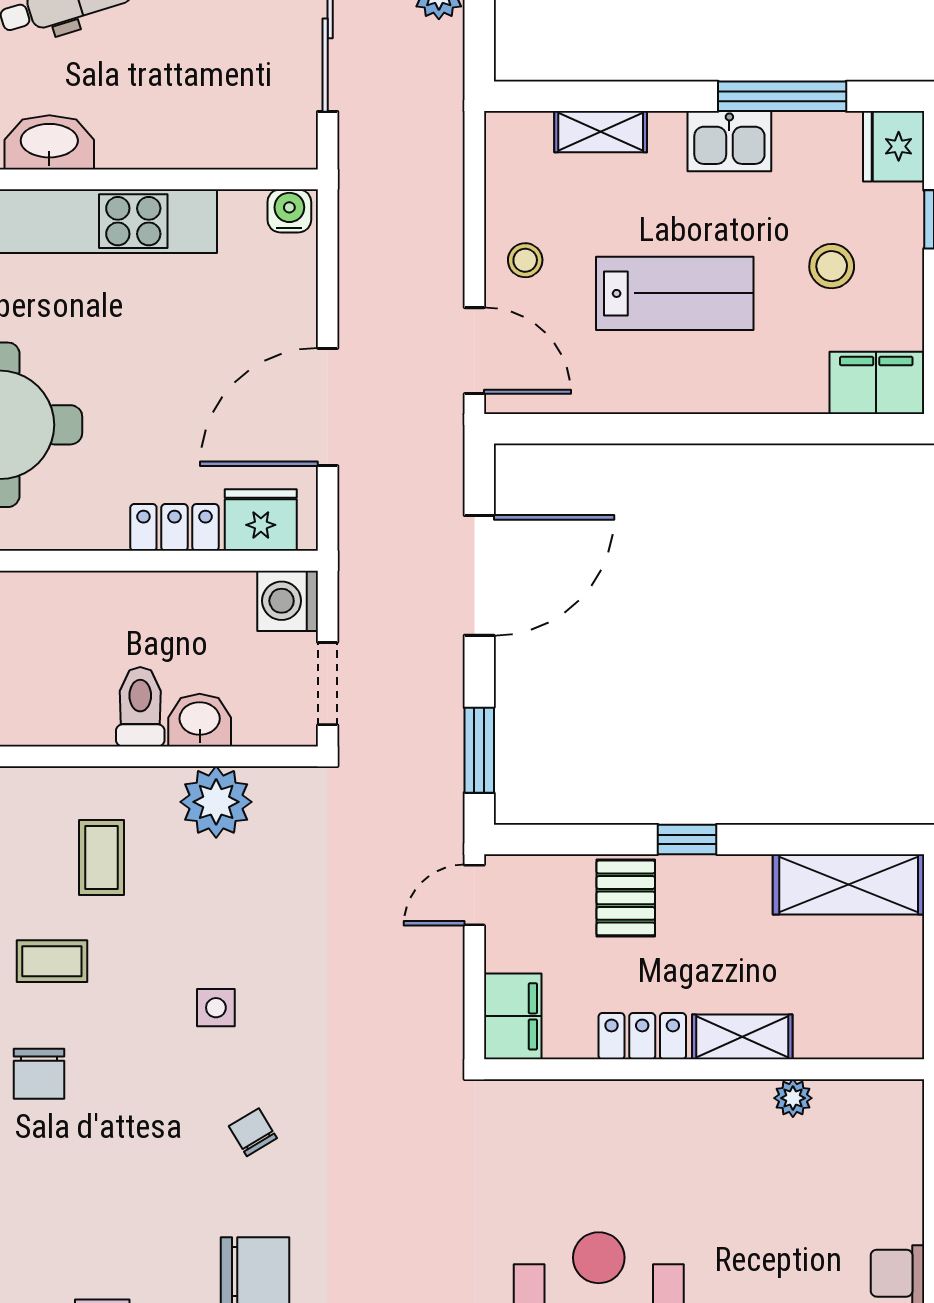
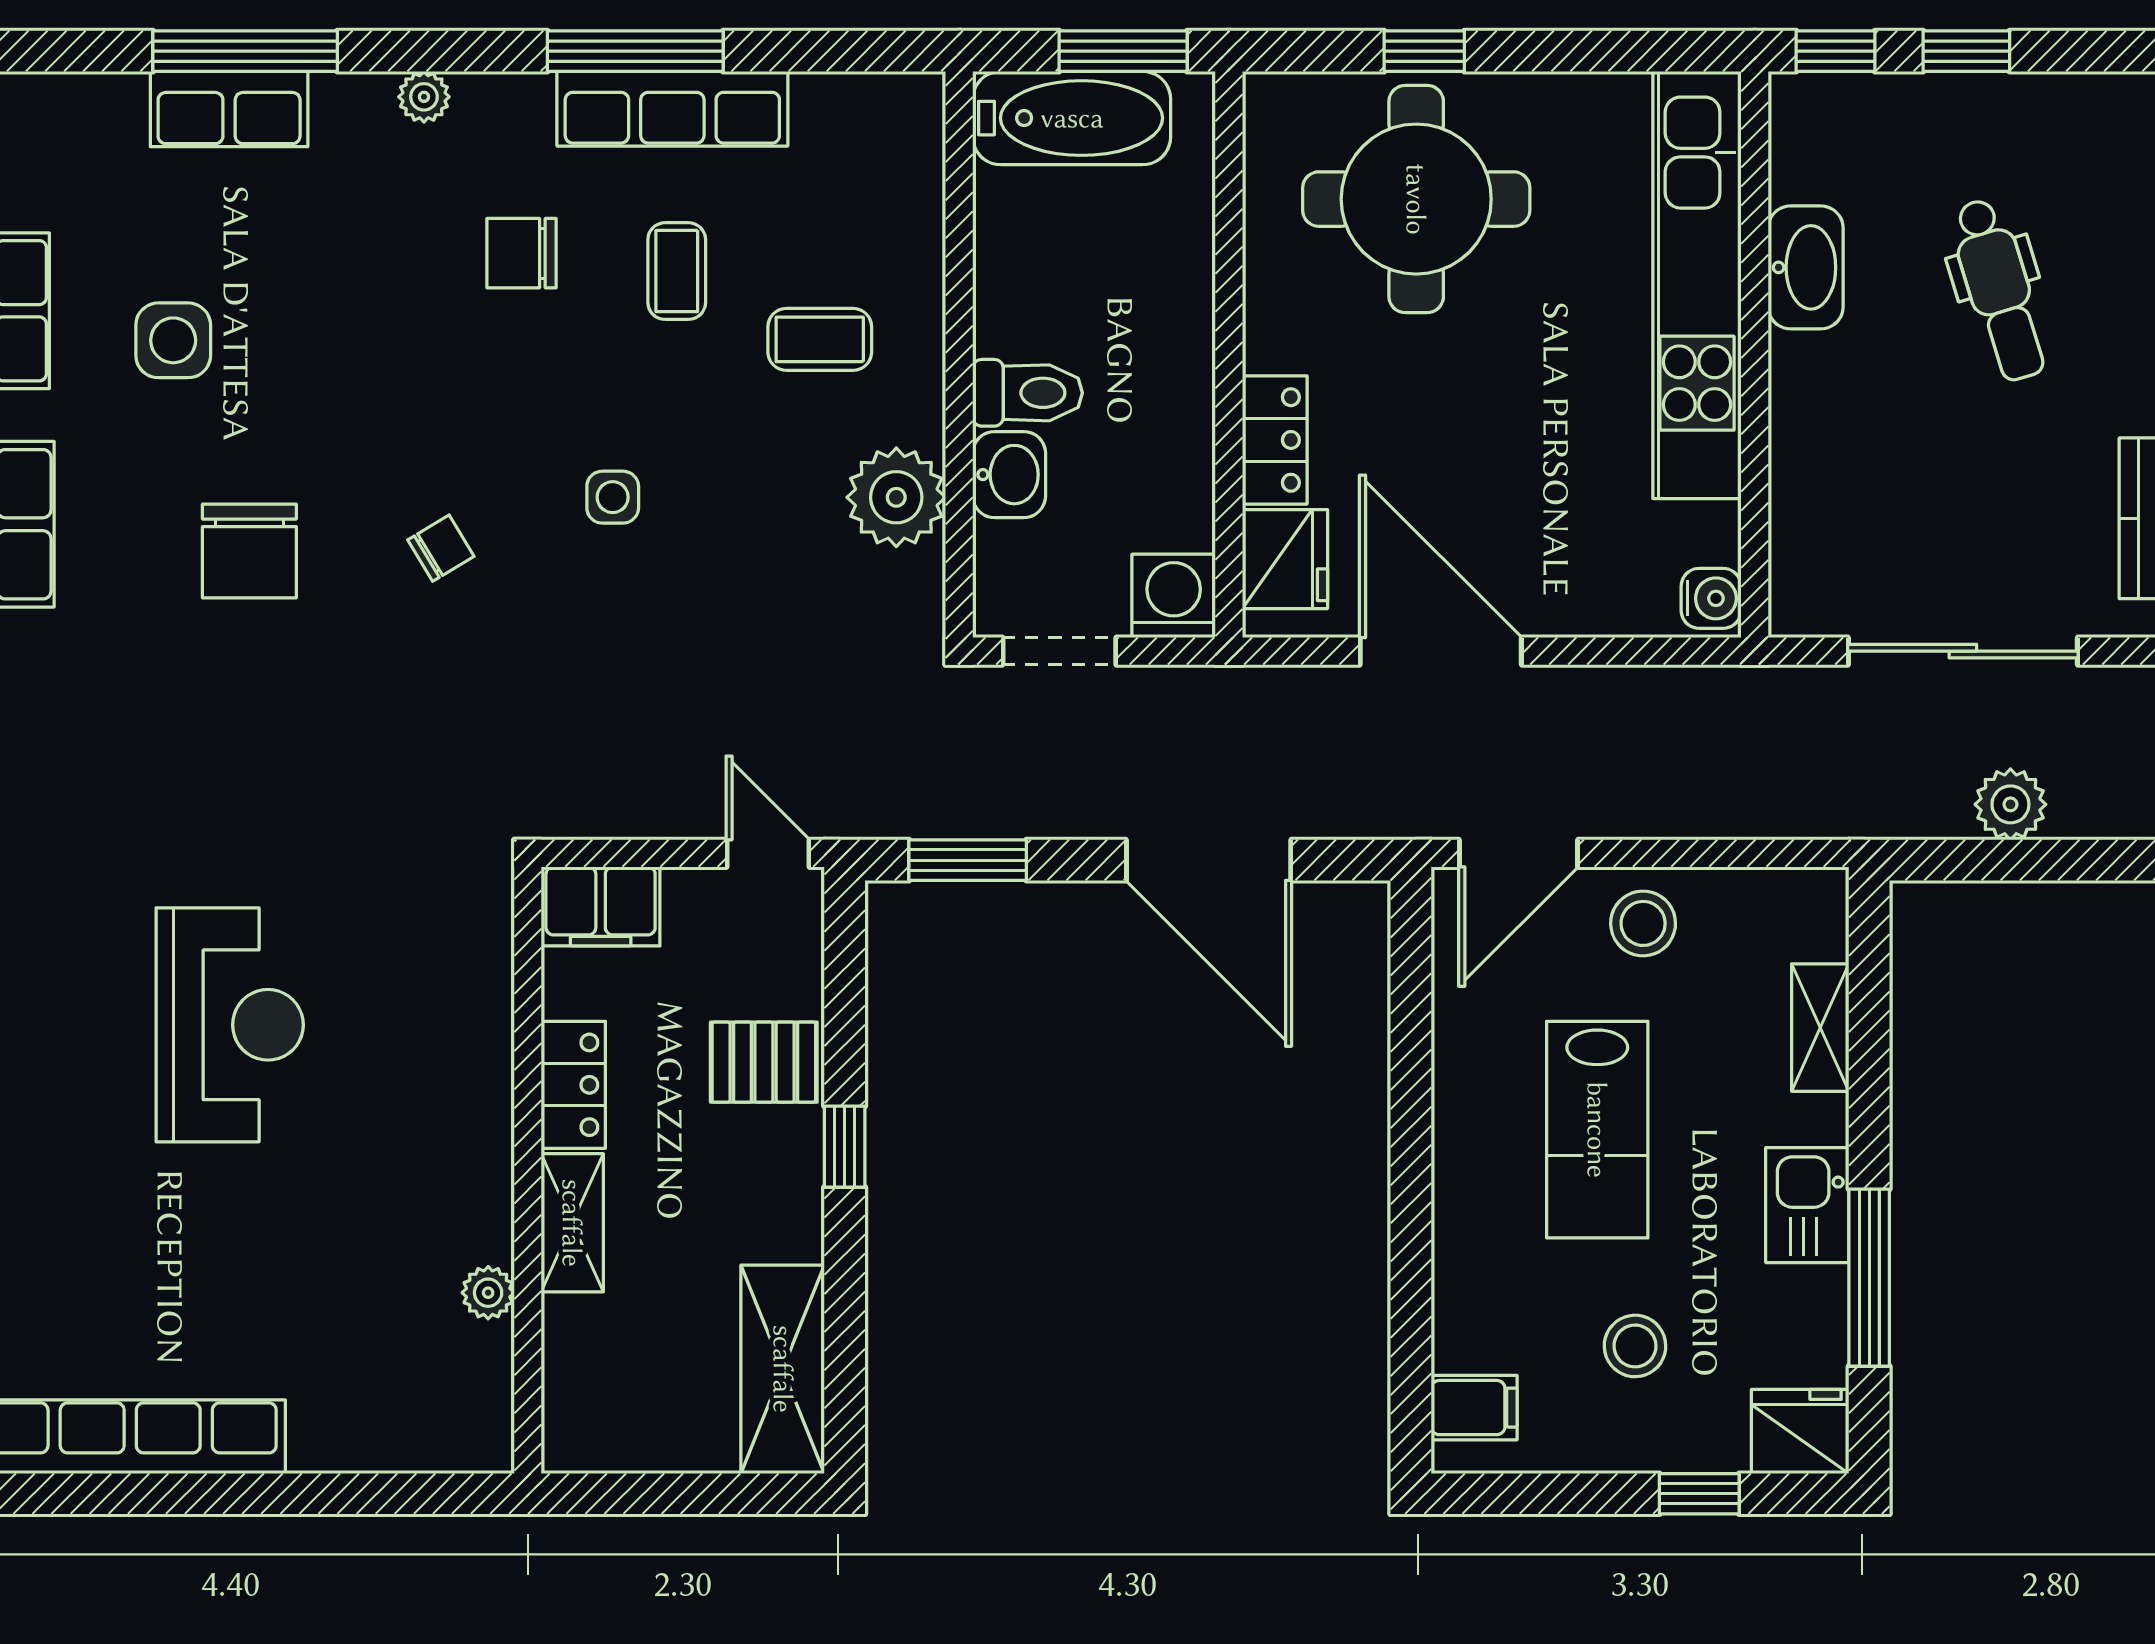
stool: (525, 260) -> (1643, 923), width x1.37, depth x1.37
filing cabinet: (876, 383) -> (1474, 1408), width x0.50

